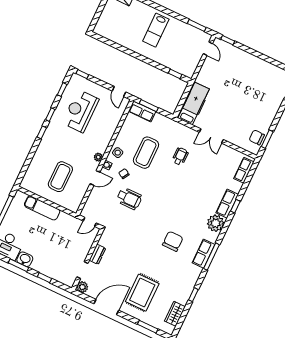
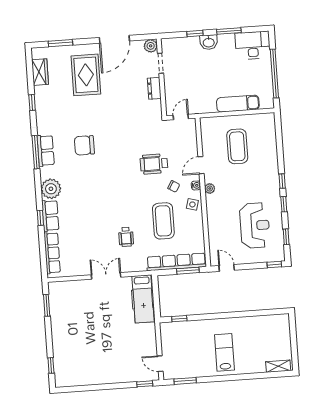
row of seats: (142, 111) -> (176, 262), width x2.02
chair: (257, 137) -> (58, 301), removed
row of seats: (244, 170) -> (52, 253), width x1.48
chair: (173, 241) -> (84, 145), turned 90
washbasin: (25, 259) -> (209, 42), moved

